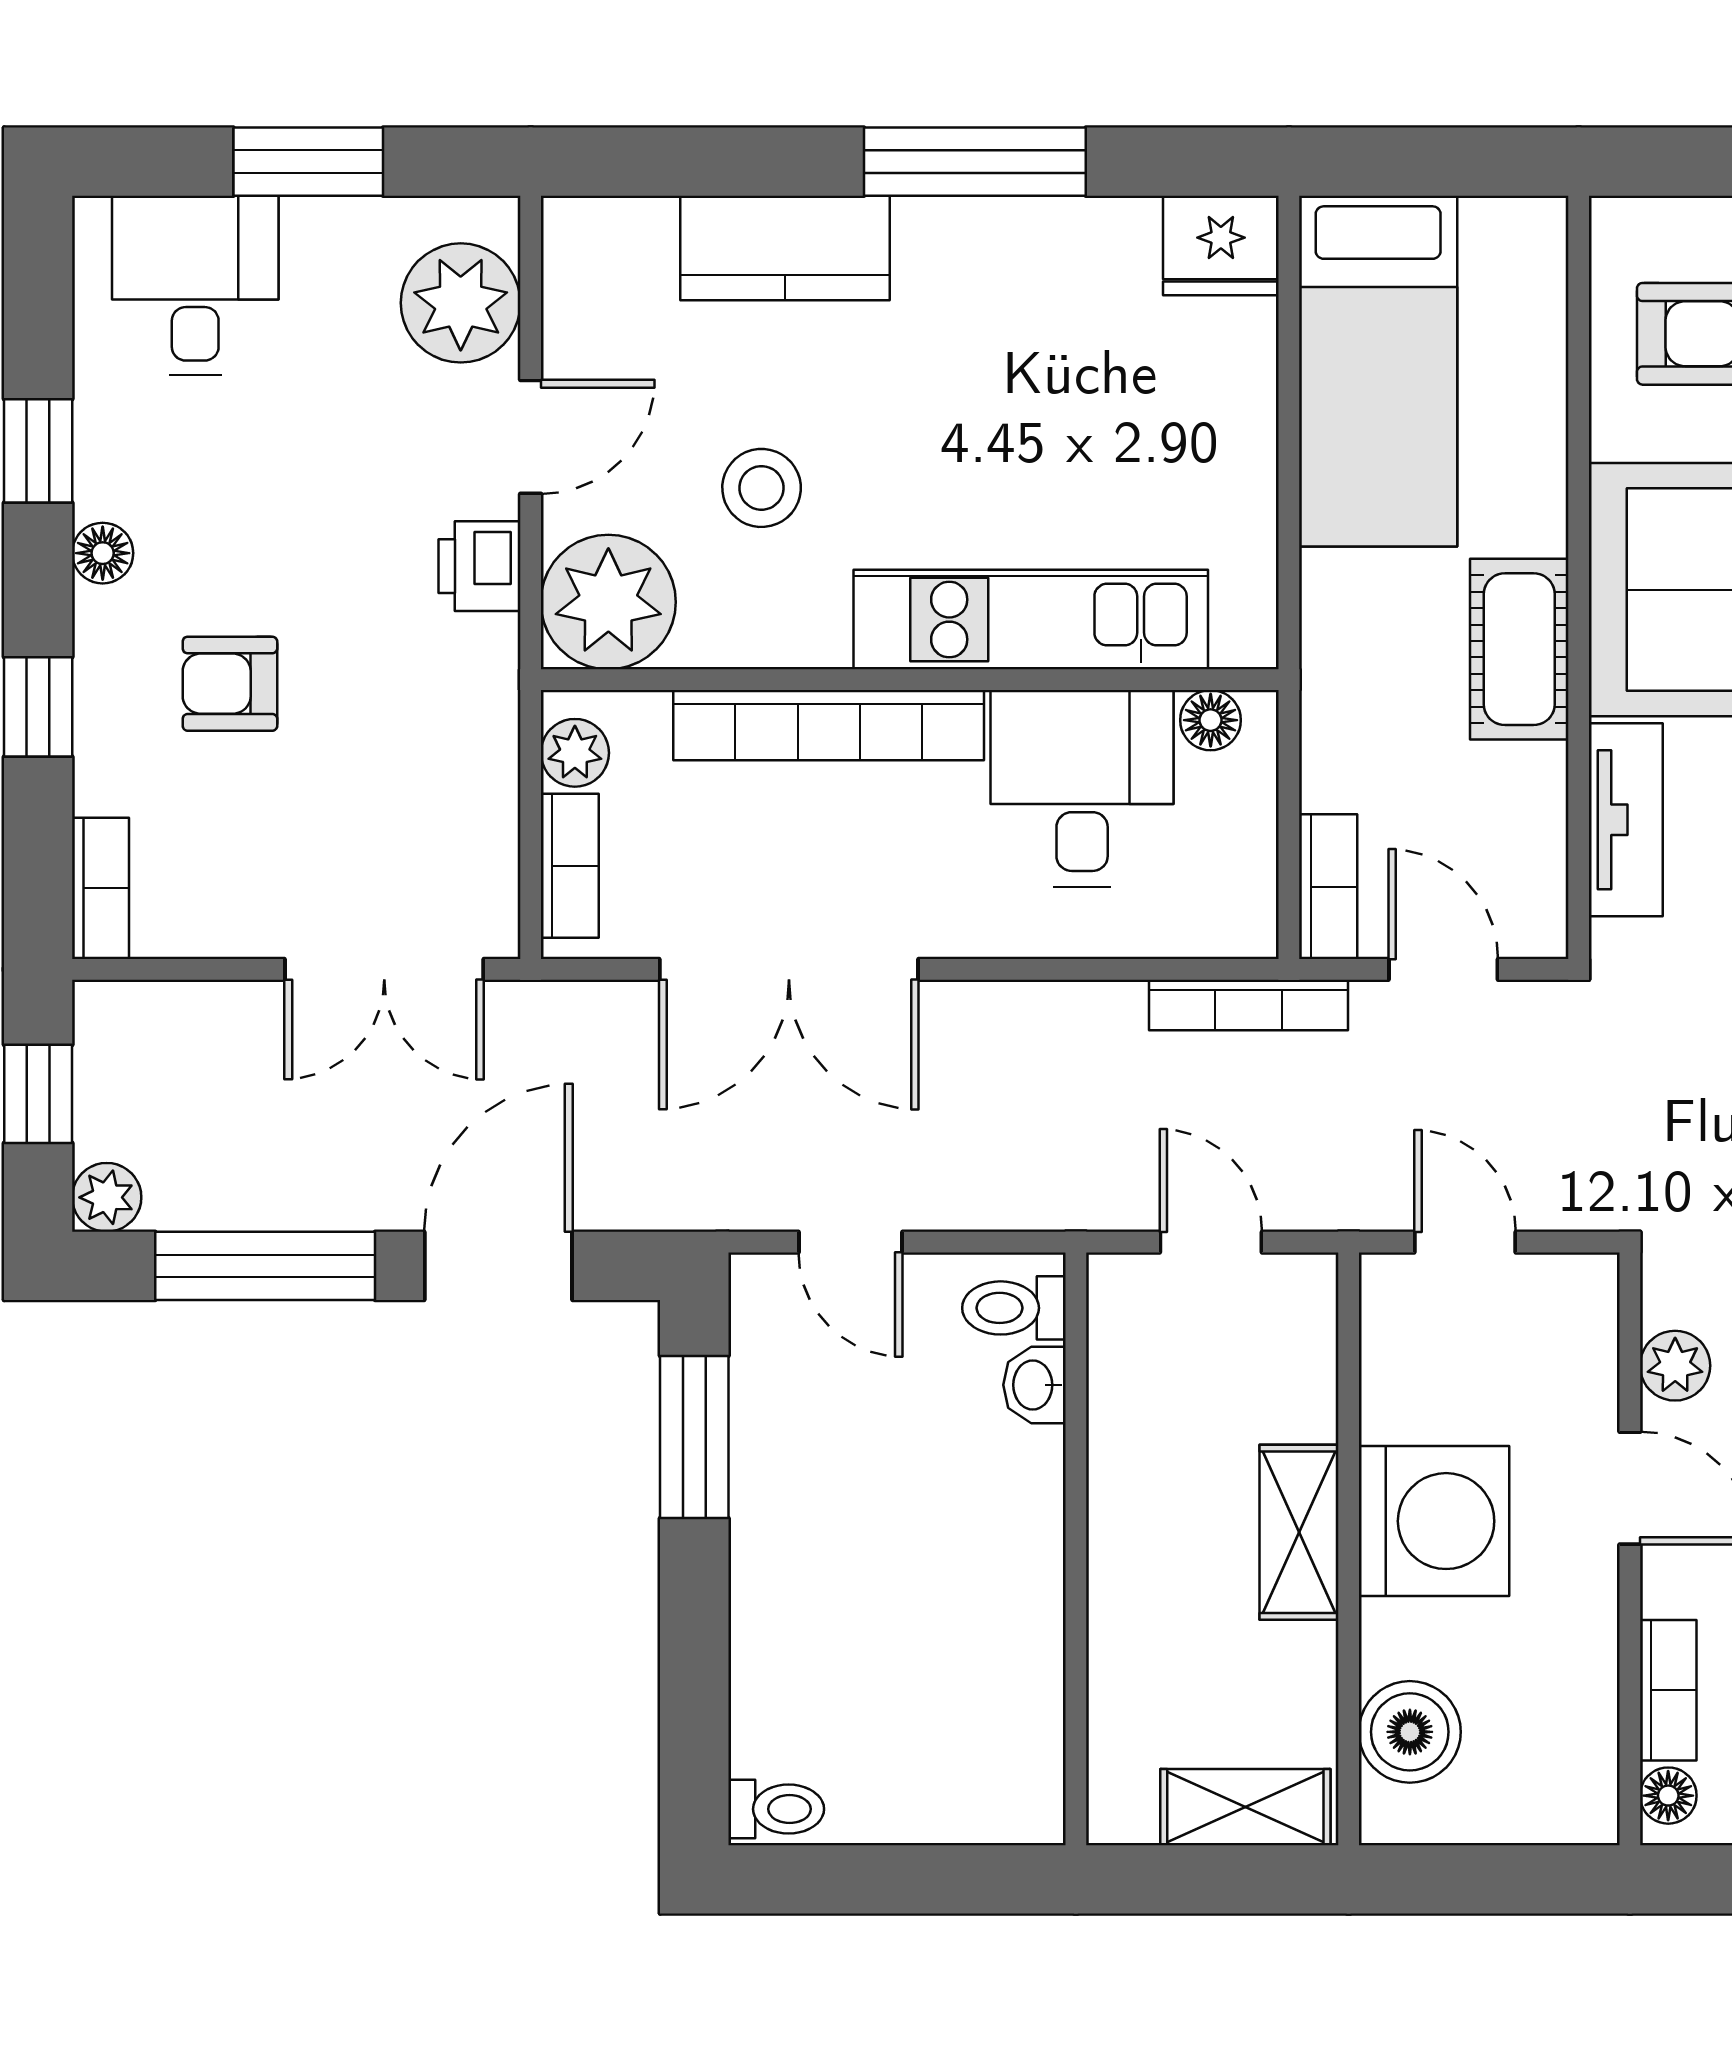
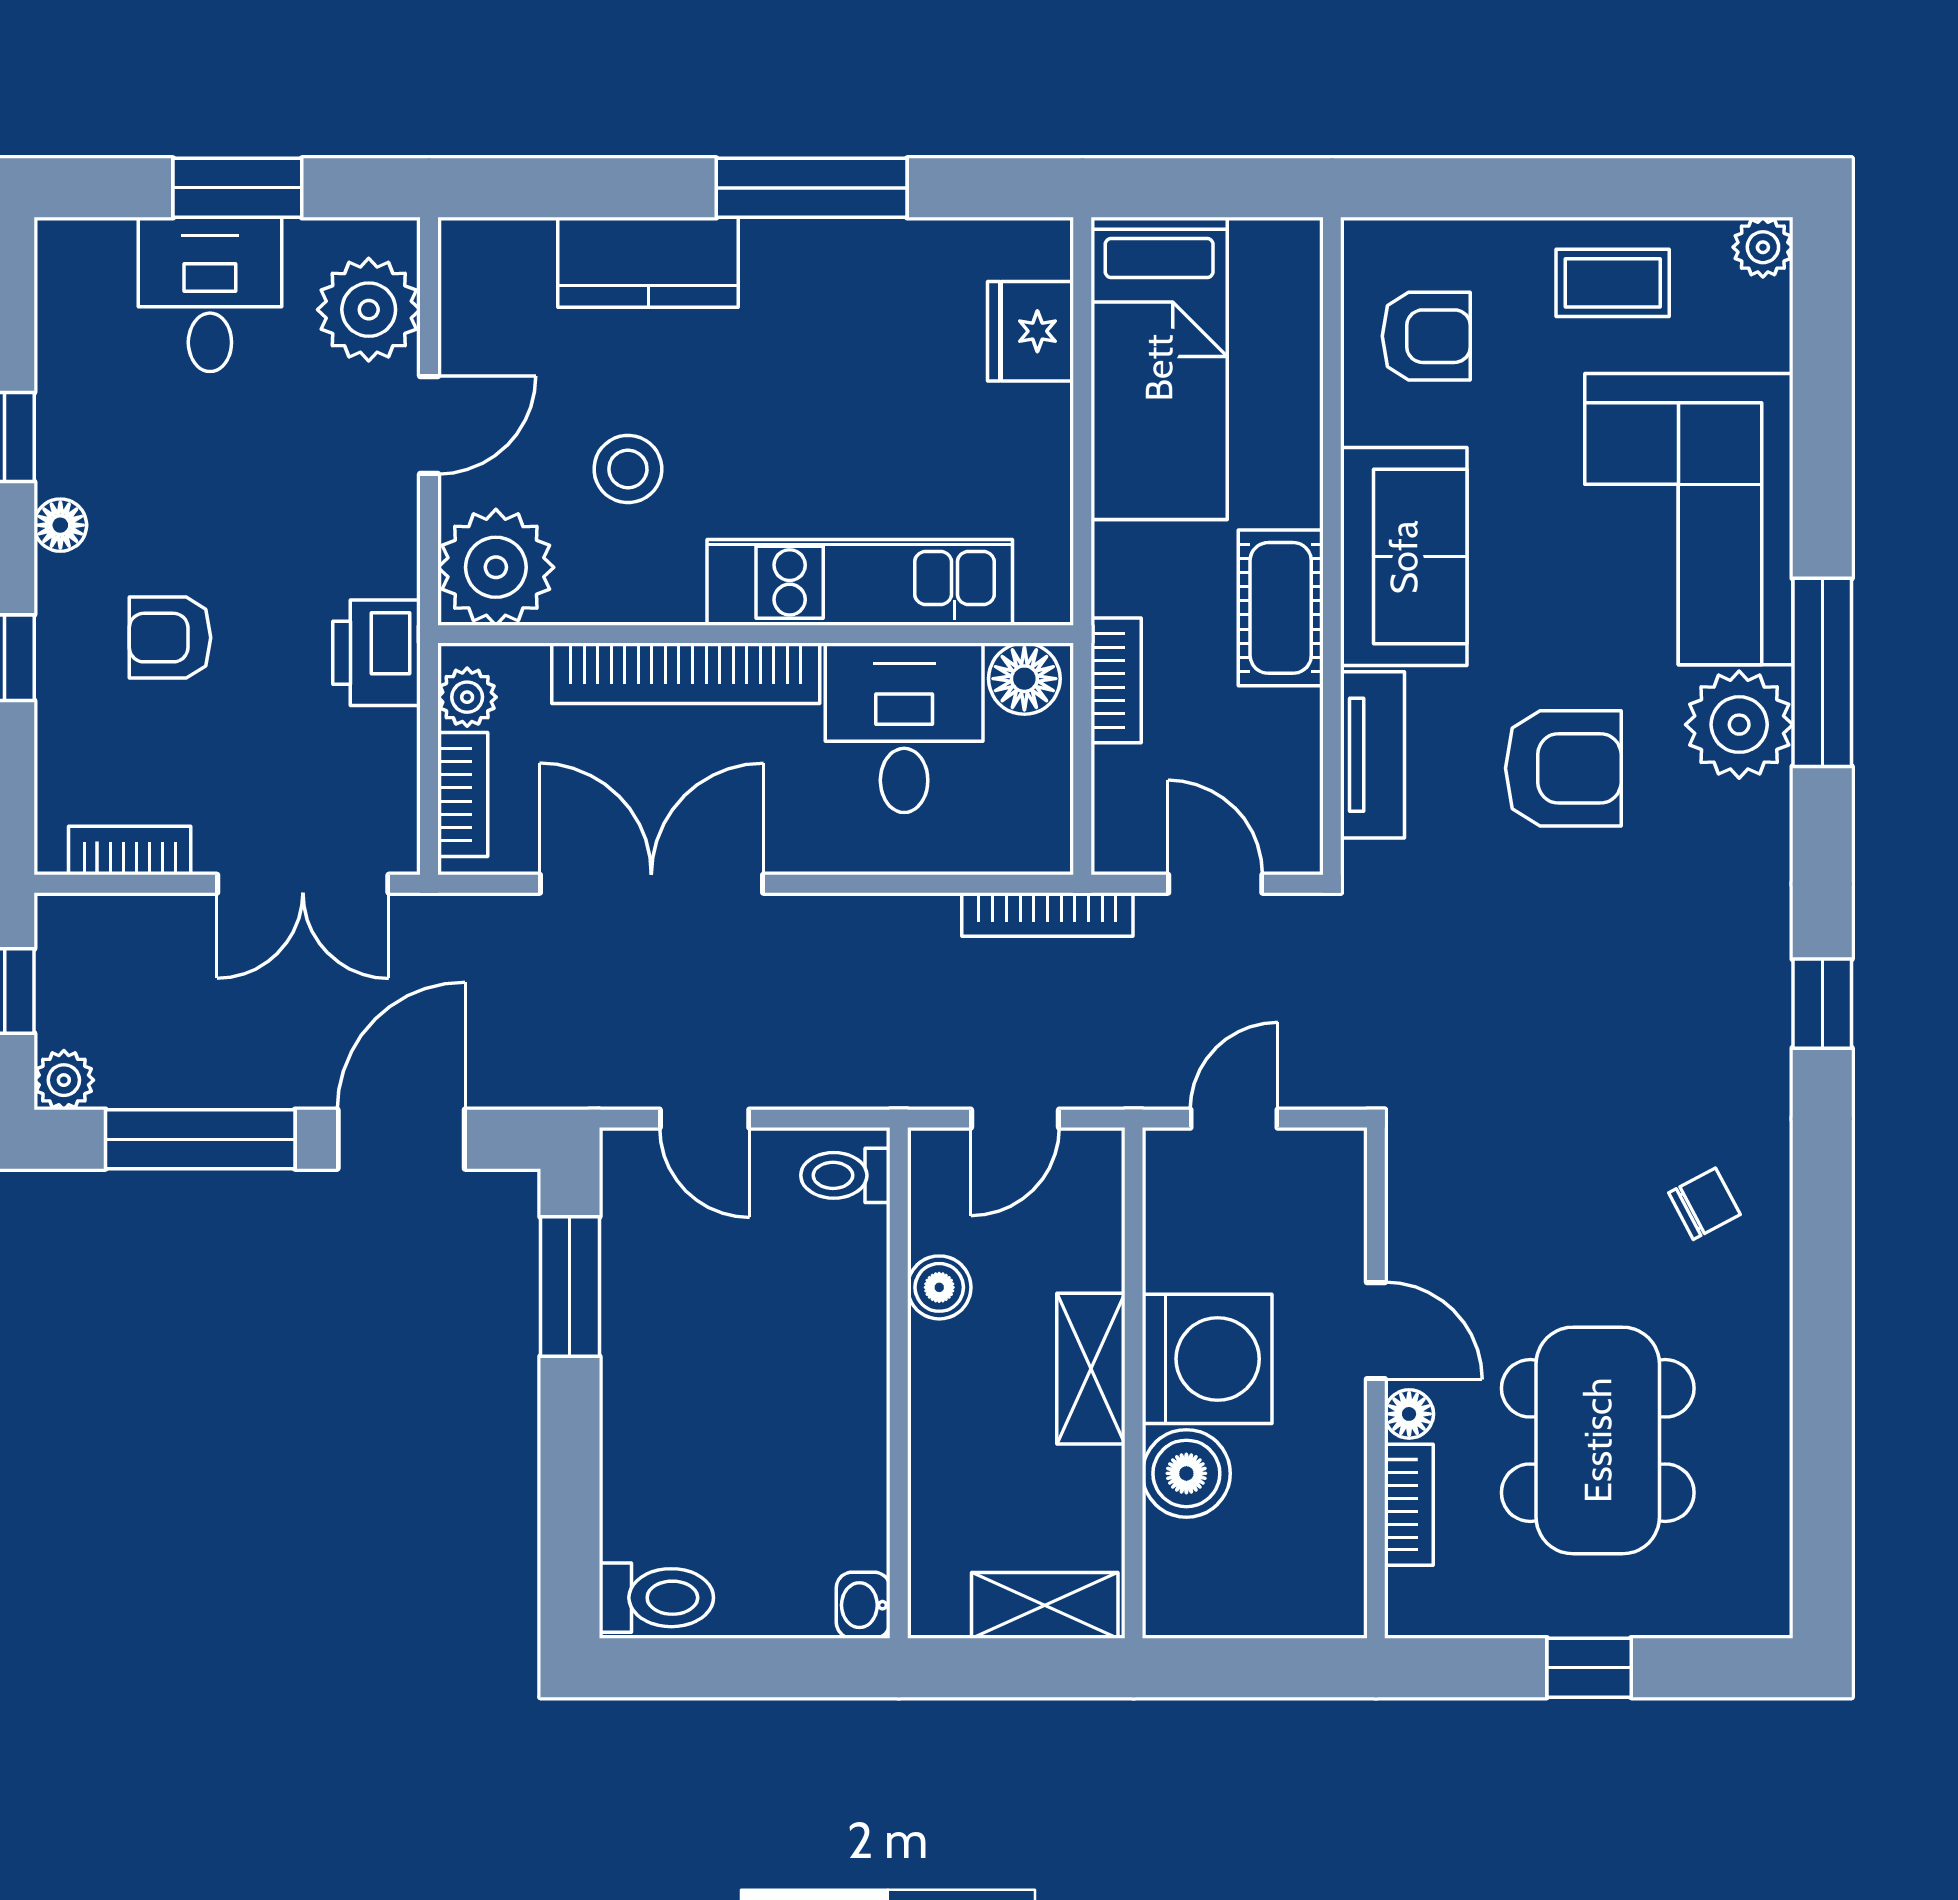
fridge: (1221, 245) -> (1031, 331), moved, turned 90
desk: (195, 285) -> (210, 294), moved
printer: (479, 566) -> (377, 653), moved, width x1.36, depth x1.24
floor lamp: (1211, 720) -> (1024, 679), width x1.37, depth x1.37
bookcase: (1328, 887) -> (1116, 680), moved
bookcase: (101, 888) -> (130, 851), moved, turned -90
double door: (789, 969) -> (651, 884), swing flipped
door: (1211, 1242) -> (1015, 1119), swing flipped
door: (1465, 1242) -> (1234, 1119), hinge flipped
plant: (1675, 1366) -> (1415, 1225), removed
washbasin: (1035, 1385) -> (863, 1605), moved
boiler: (1123, 1438) -> (939, 1287), added
boiler: (1410, 1732) -> (1186, 1473), moved
floor lamp: (1668, 1796) -> (1409, 1414), moved
toilet: (776, 1809) -> (656, 1598), width x1.37, depth x1.39

